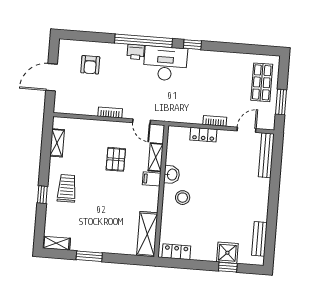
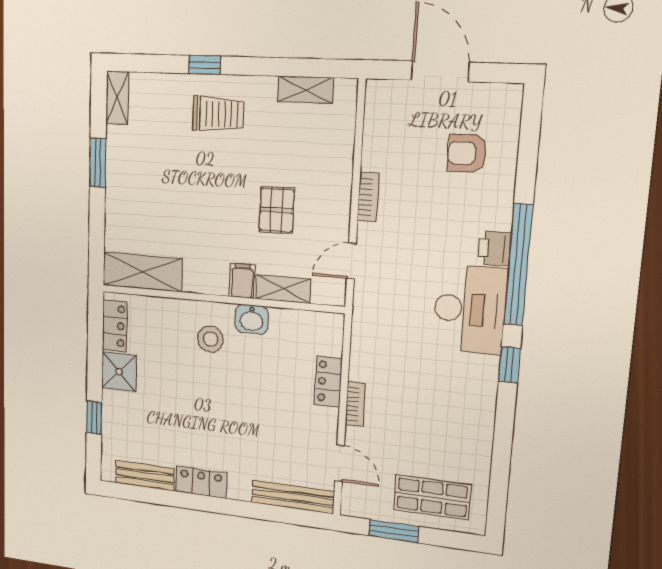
pallet: (116, 159) -> (277, 210), turned 90
locker: (261, 206) -> (201, 482), added
shower: (227, 253) -> (119, 372), moved

